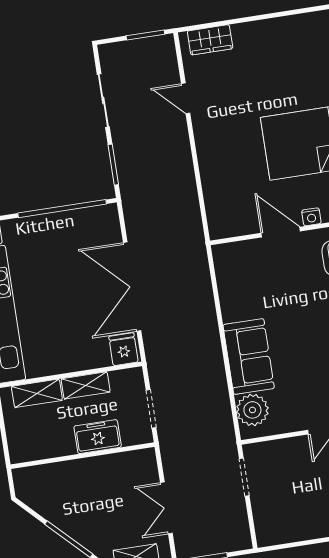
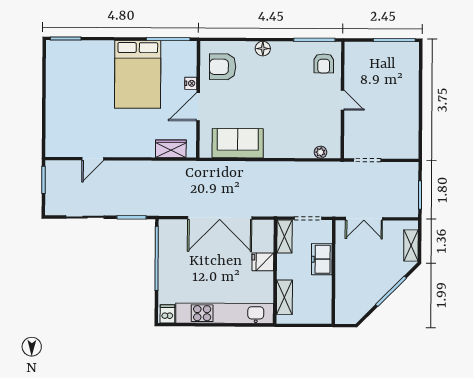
wardrobe: (210, 40) -> (171, 149), moved, turned -90
fridge: (123, 349) -> (263, 262), moved
sofa: (249, 356) -> (238, 143), moved
shelving: (86, 385) -> (284, 236), moved
plant: (252, 410) -> (321, 152), width x0.53, depth x0.53
double door: (166, 508) -> (364, 219), moved

